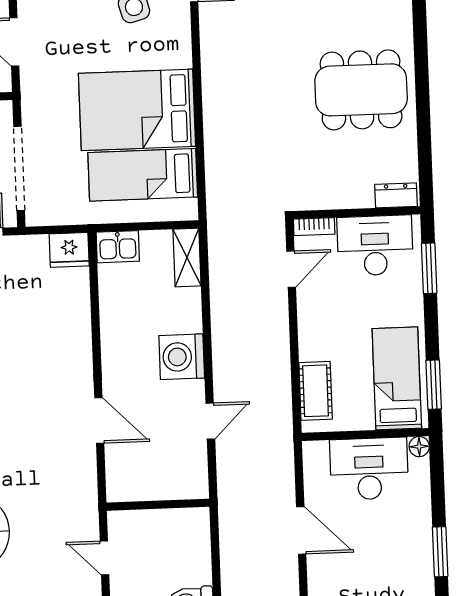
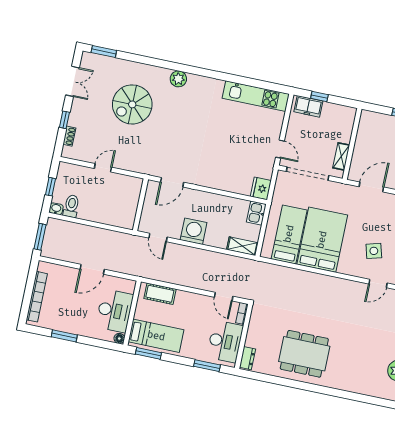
dining table: (361, 90) -> (304, 354), turned 90
wall: (158, 505) -> (140, 205), moved

